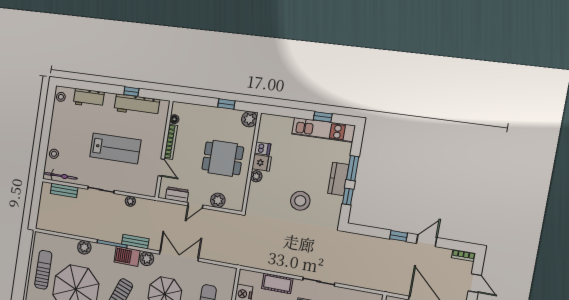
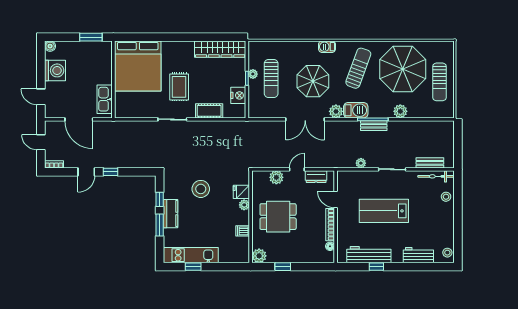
fridge: (262, 163) -> (241, 192), moved
bench: (135, 242) -> (374, 126), moved

